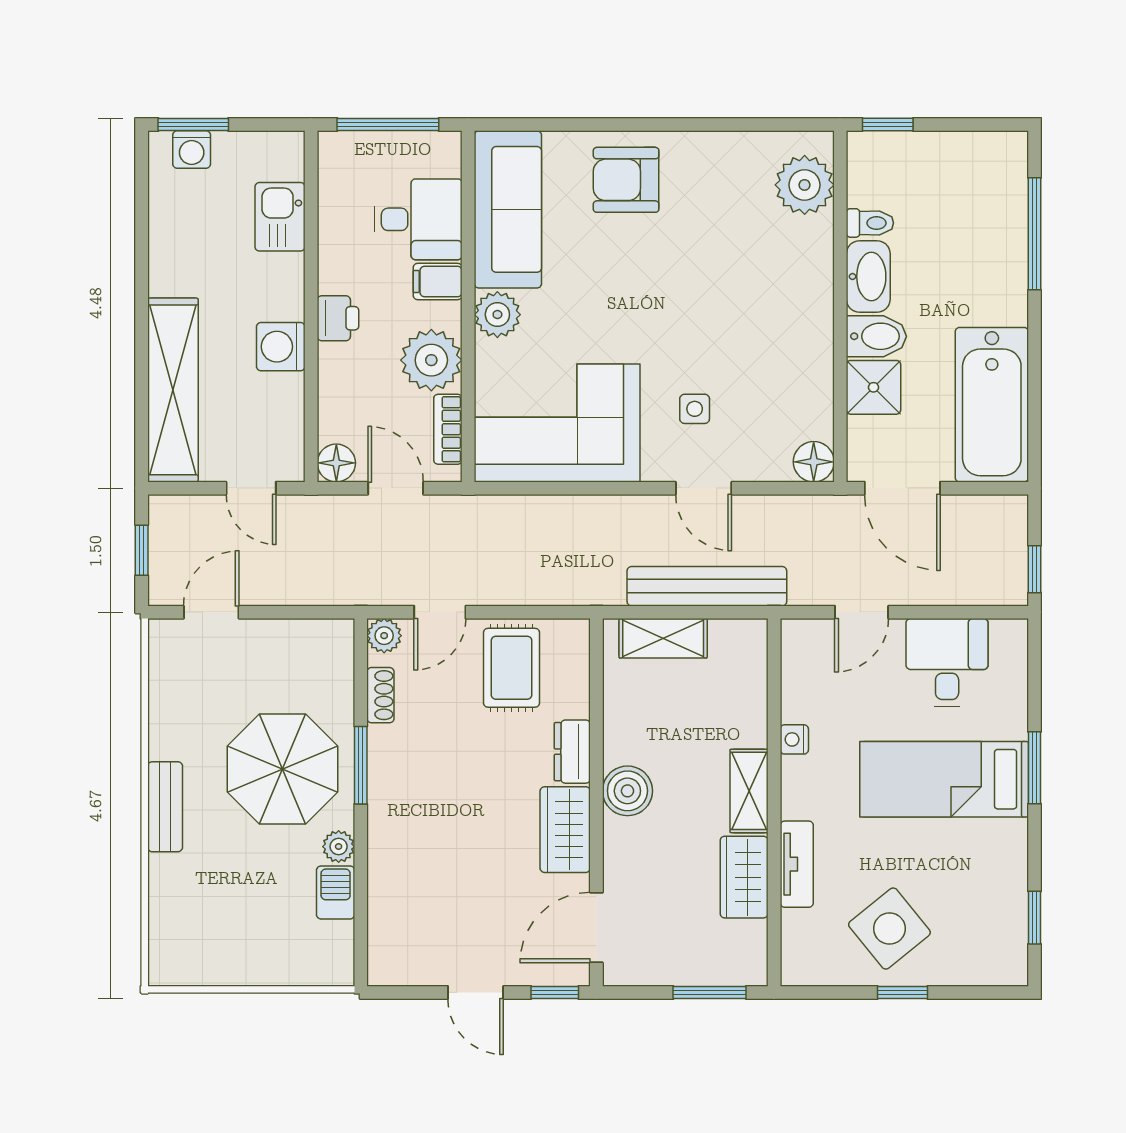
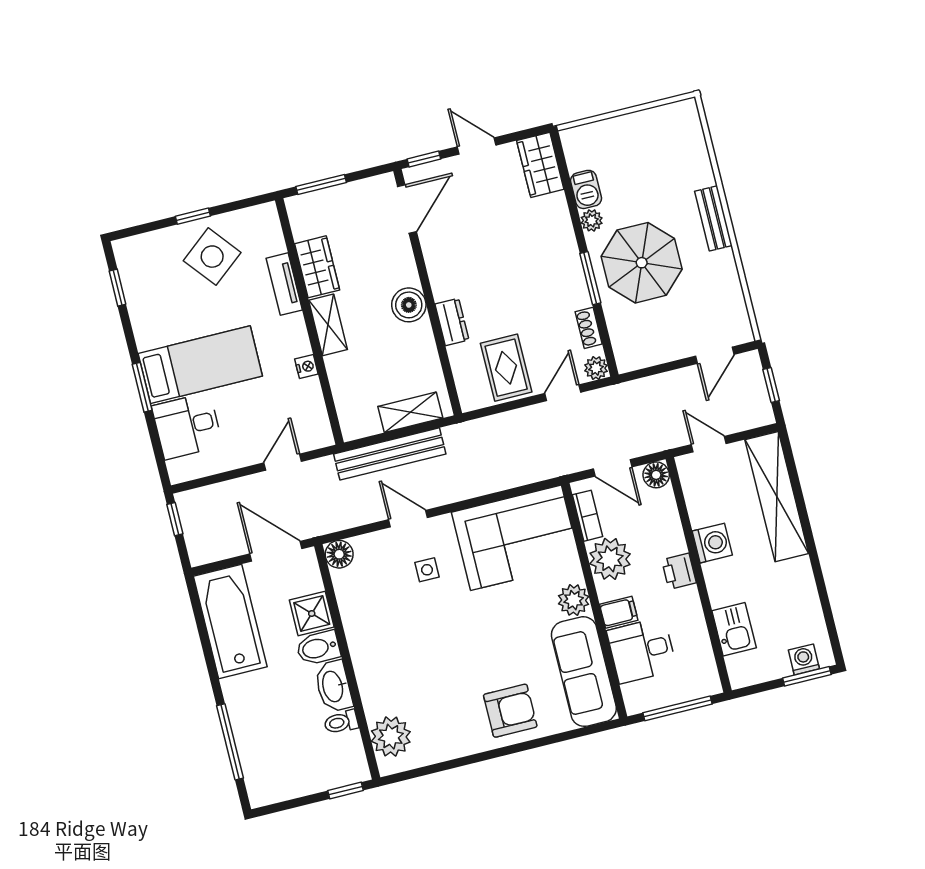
desk: (947, 663) -> (187, 426), moved, turned 90
wardrobe: (565, 830) -> (540, 165), moved, turned 180

